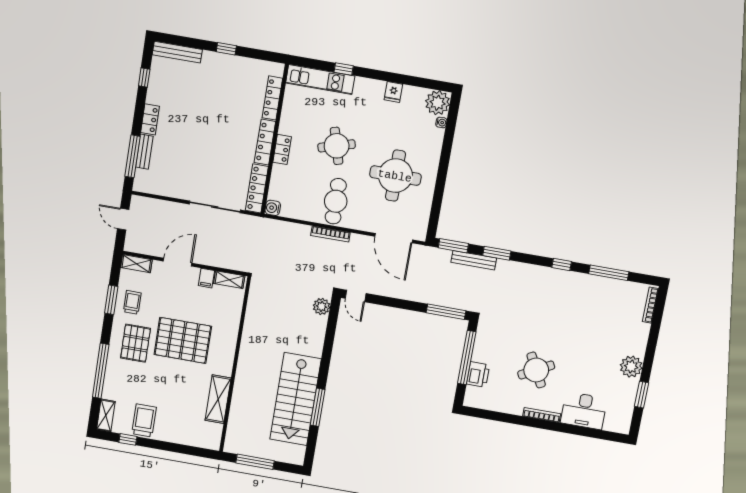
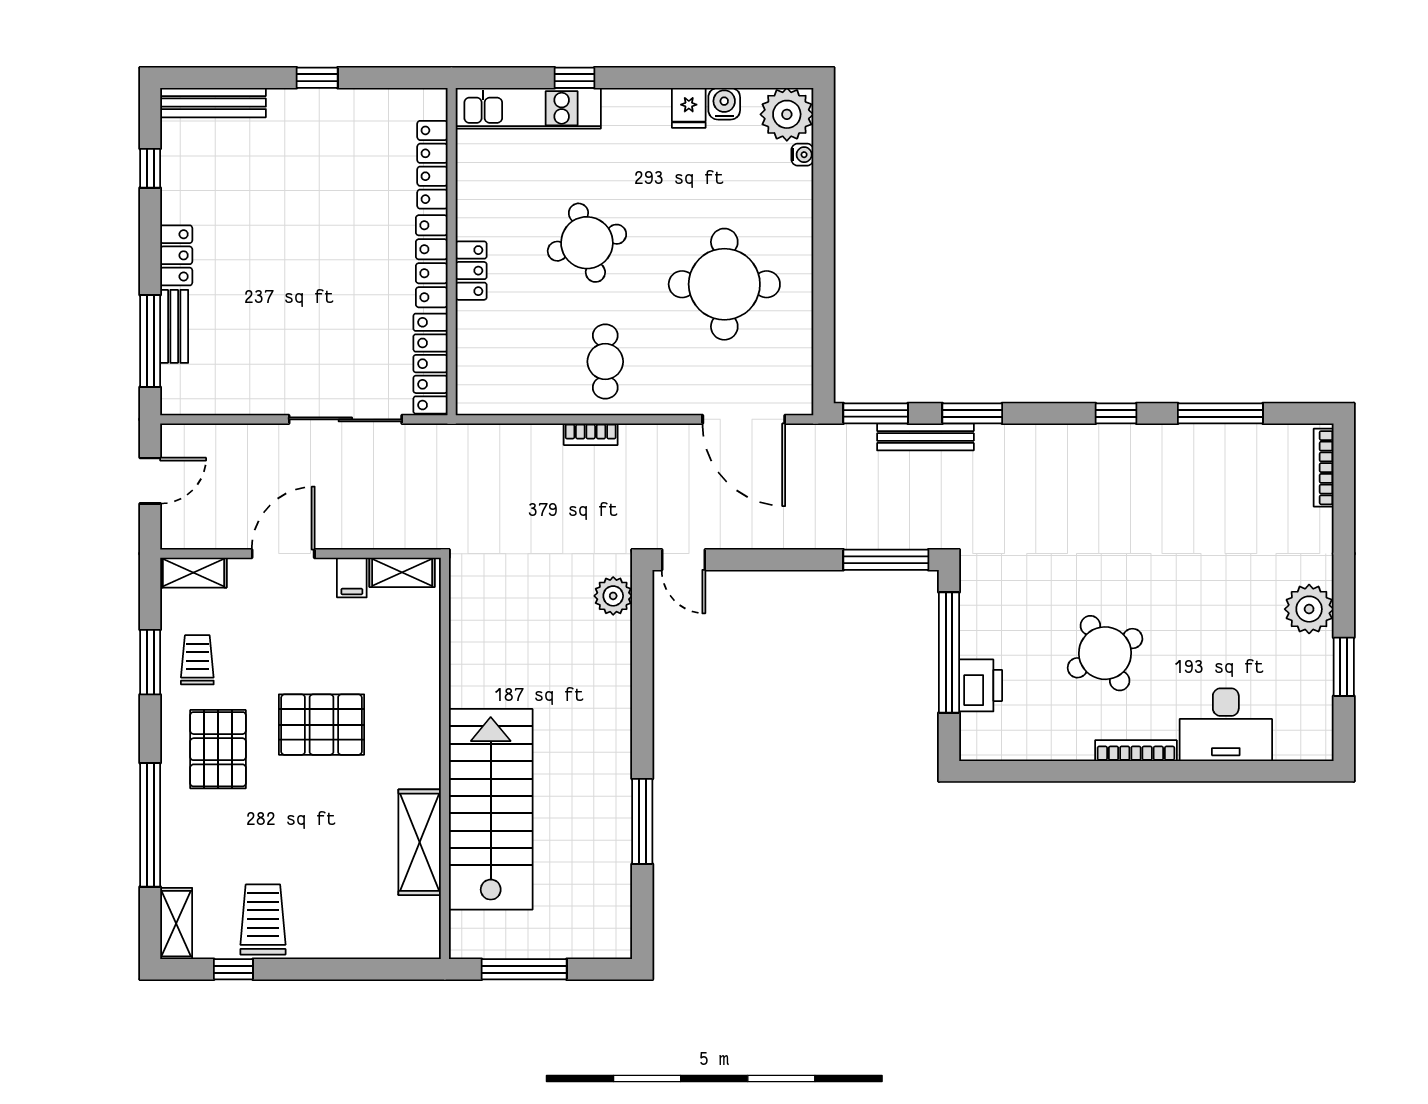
cafe table: (336, 201) -> (605, 362), width x0.73, depth x0.74
water cooler: (273, 208) -> (724, 104), moved, turned 90
door: (123, 219) -> (150, 481), swing flipped
bookcase: (330, 234) -> (591, 434), width x0.64
pallet: (183, 340) -> (321, 725), width x0.73, depth x0.71
stairs: (295, 399) -> (491, 809), moved, turned 180

